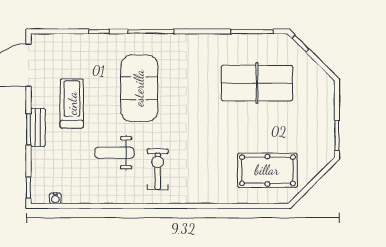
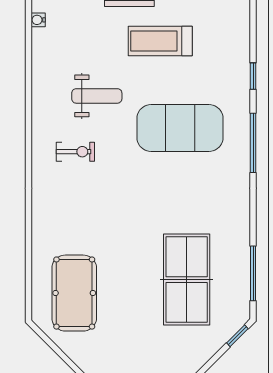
treadmill: (72, 103) -> (160, 41), turned 180
weight bench: (114, 153) -> (97, 96), turned 90
exercise bike: (158, 169) -> (75, 152), width x0.73, depth x0.72

